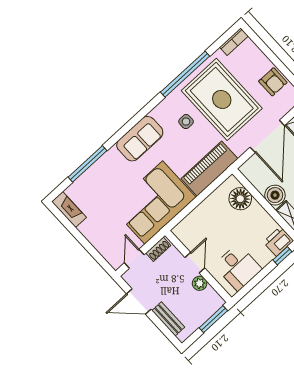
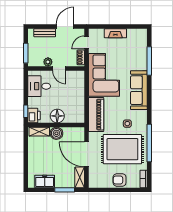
armchair: (273, 82) -> (120, 180), moved
sofa: (140, 139) -> (139, 90), width x1.36
floor lamp: (240, 199) -> (57, 116), moved
fireplace: (69, 210) -> (115, 33), moved
door: (134, 259) -> (86, 42), swing flipped

